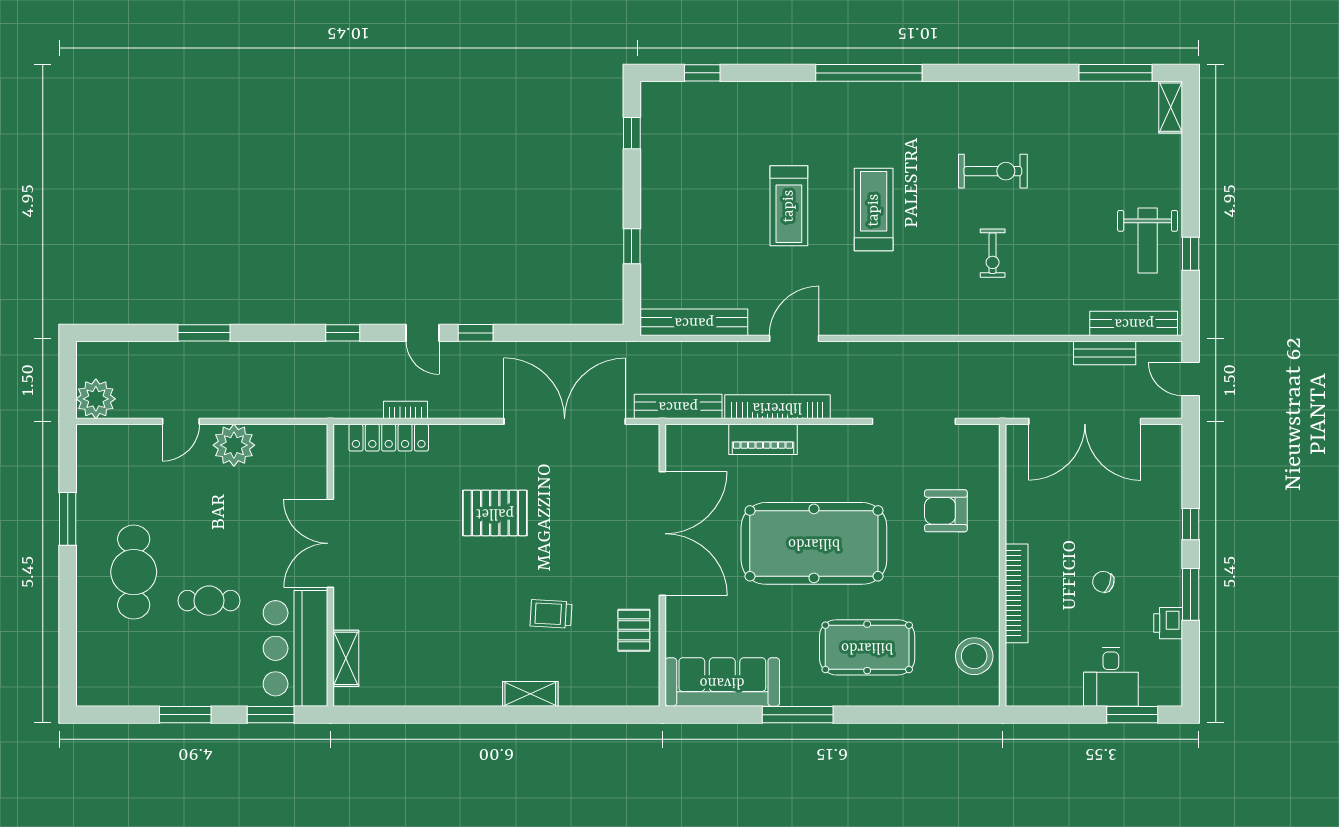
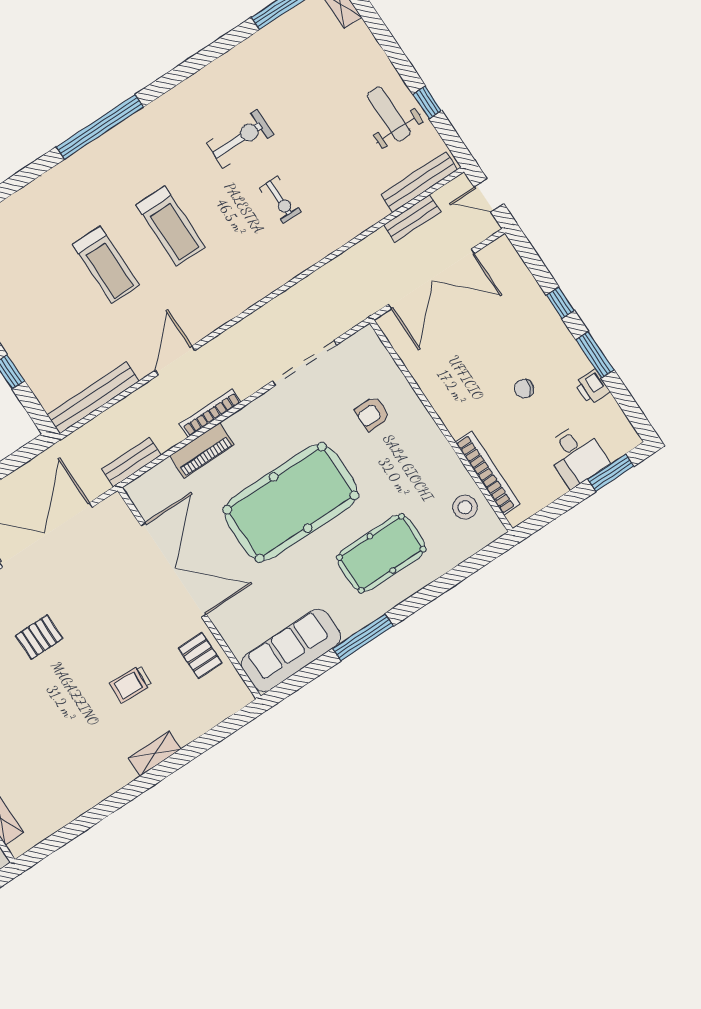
treadmill: (874, 210) -> (171, 226), turned 180
weight bench: (1148, 241) -> (389, 114), turned 180
bench: (678, 406) -> (131, 462), width x0.73
bookcase: (777, 407) -> (210, 413), width x0.68, depth x0.76
armchair: (946, 511) -> (372, 413), width x0.72, depth x0.72
pallet: (495, 513) -> (39, 637), width x0.67, depth x0.71
bookcase: (1017, 593) -> (488, 473), moved
stool: (974, 656) -> (465, 507), width x0.73, depth x0.73

